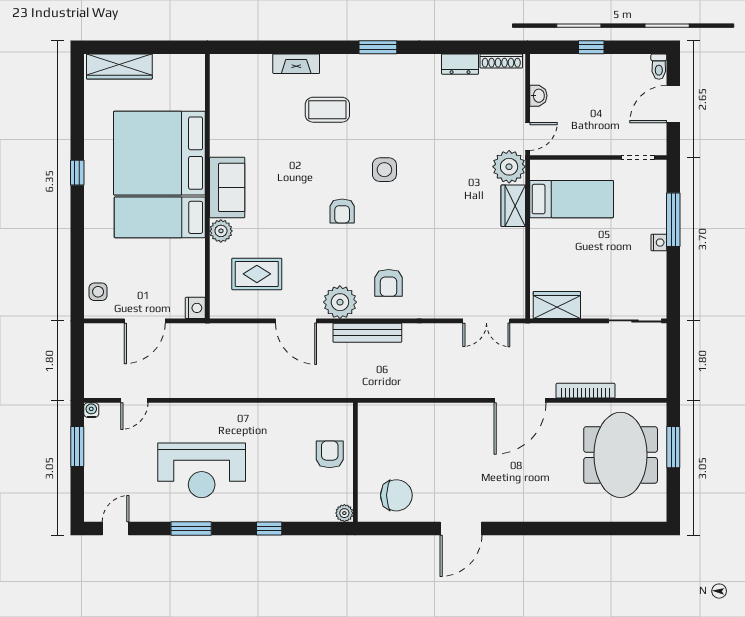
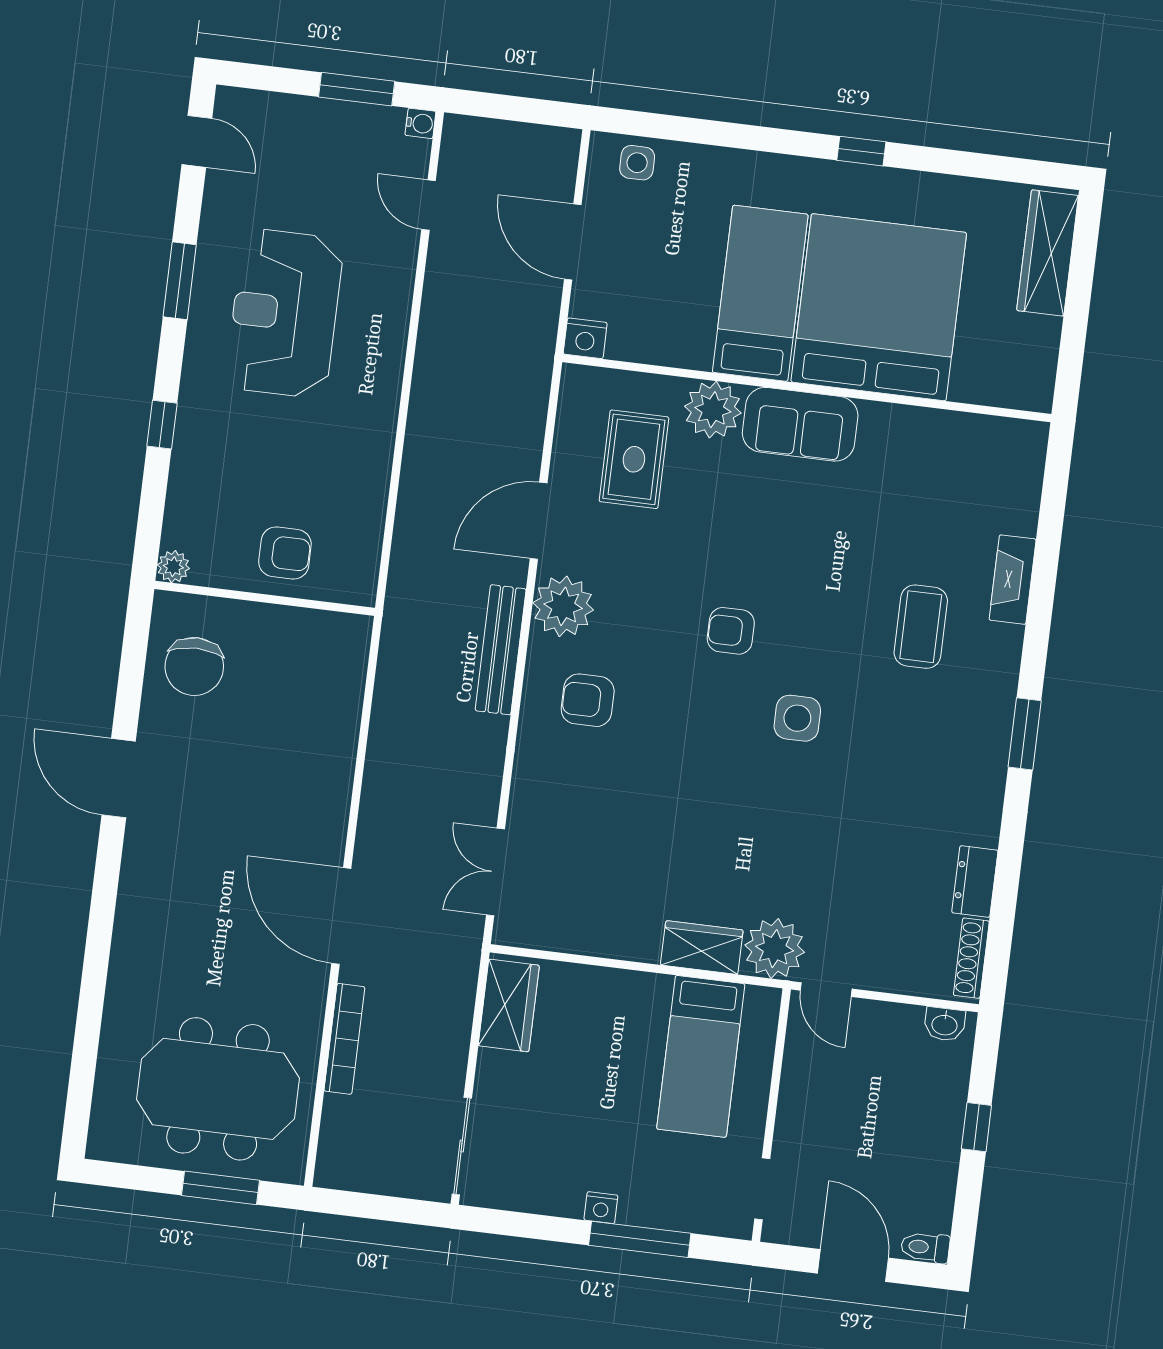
washbasin: (538, 96) -> (945, 1024), moved
plant: (221, 231) -> (713, 410), width x1.36, depth x1.36

